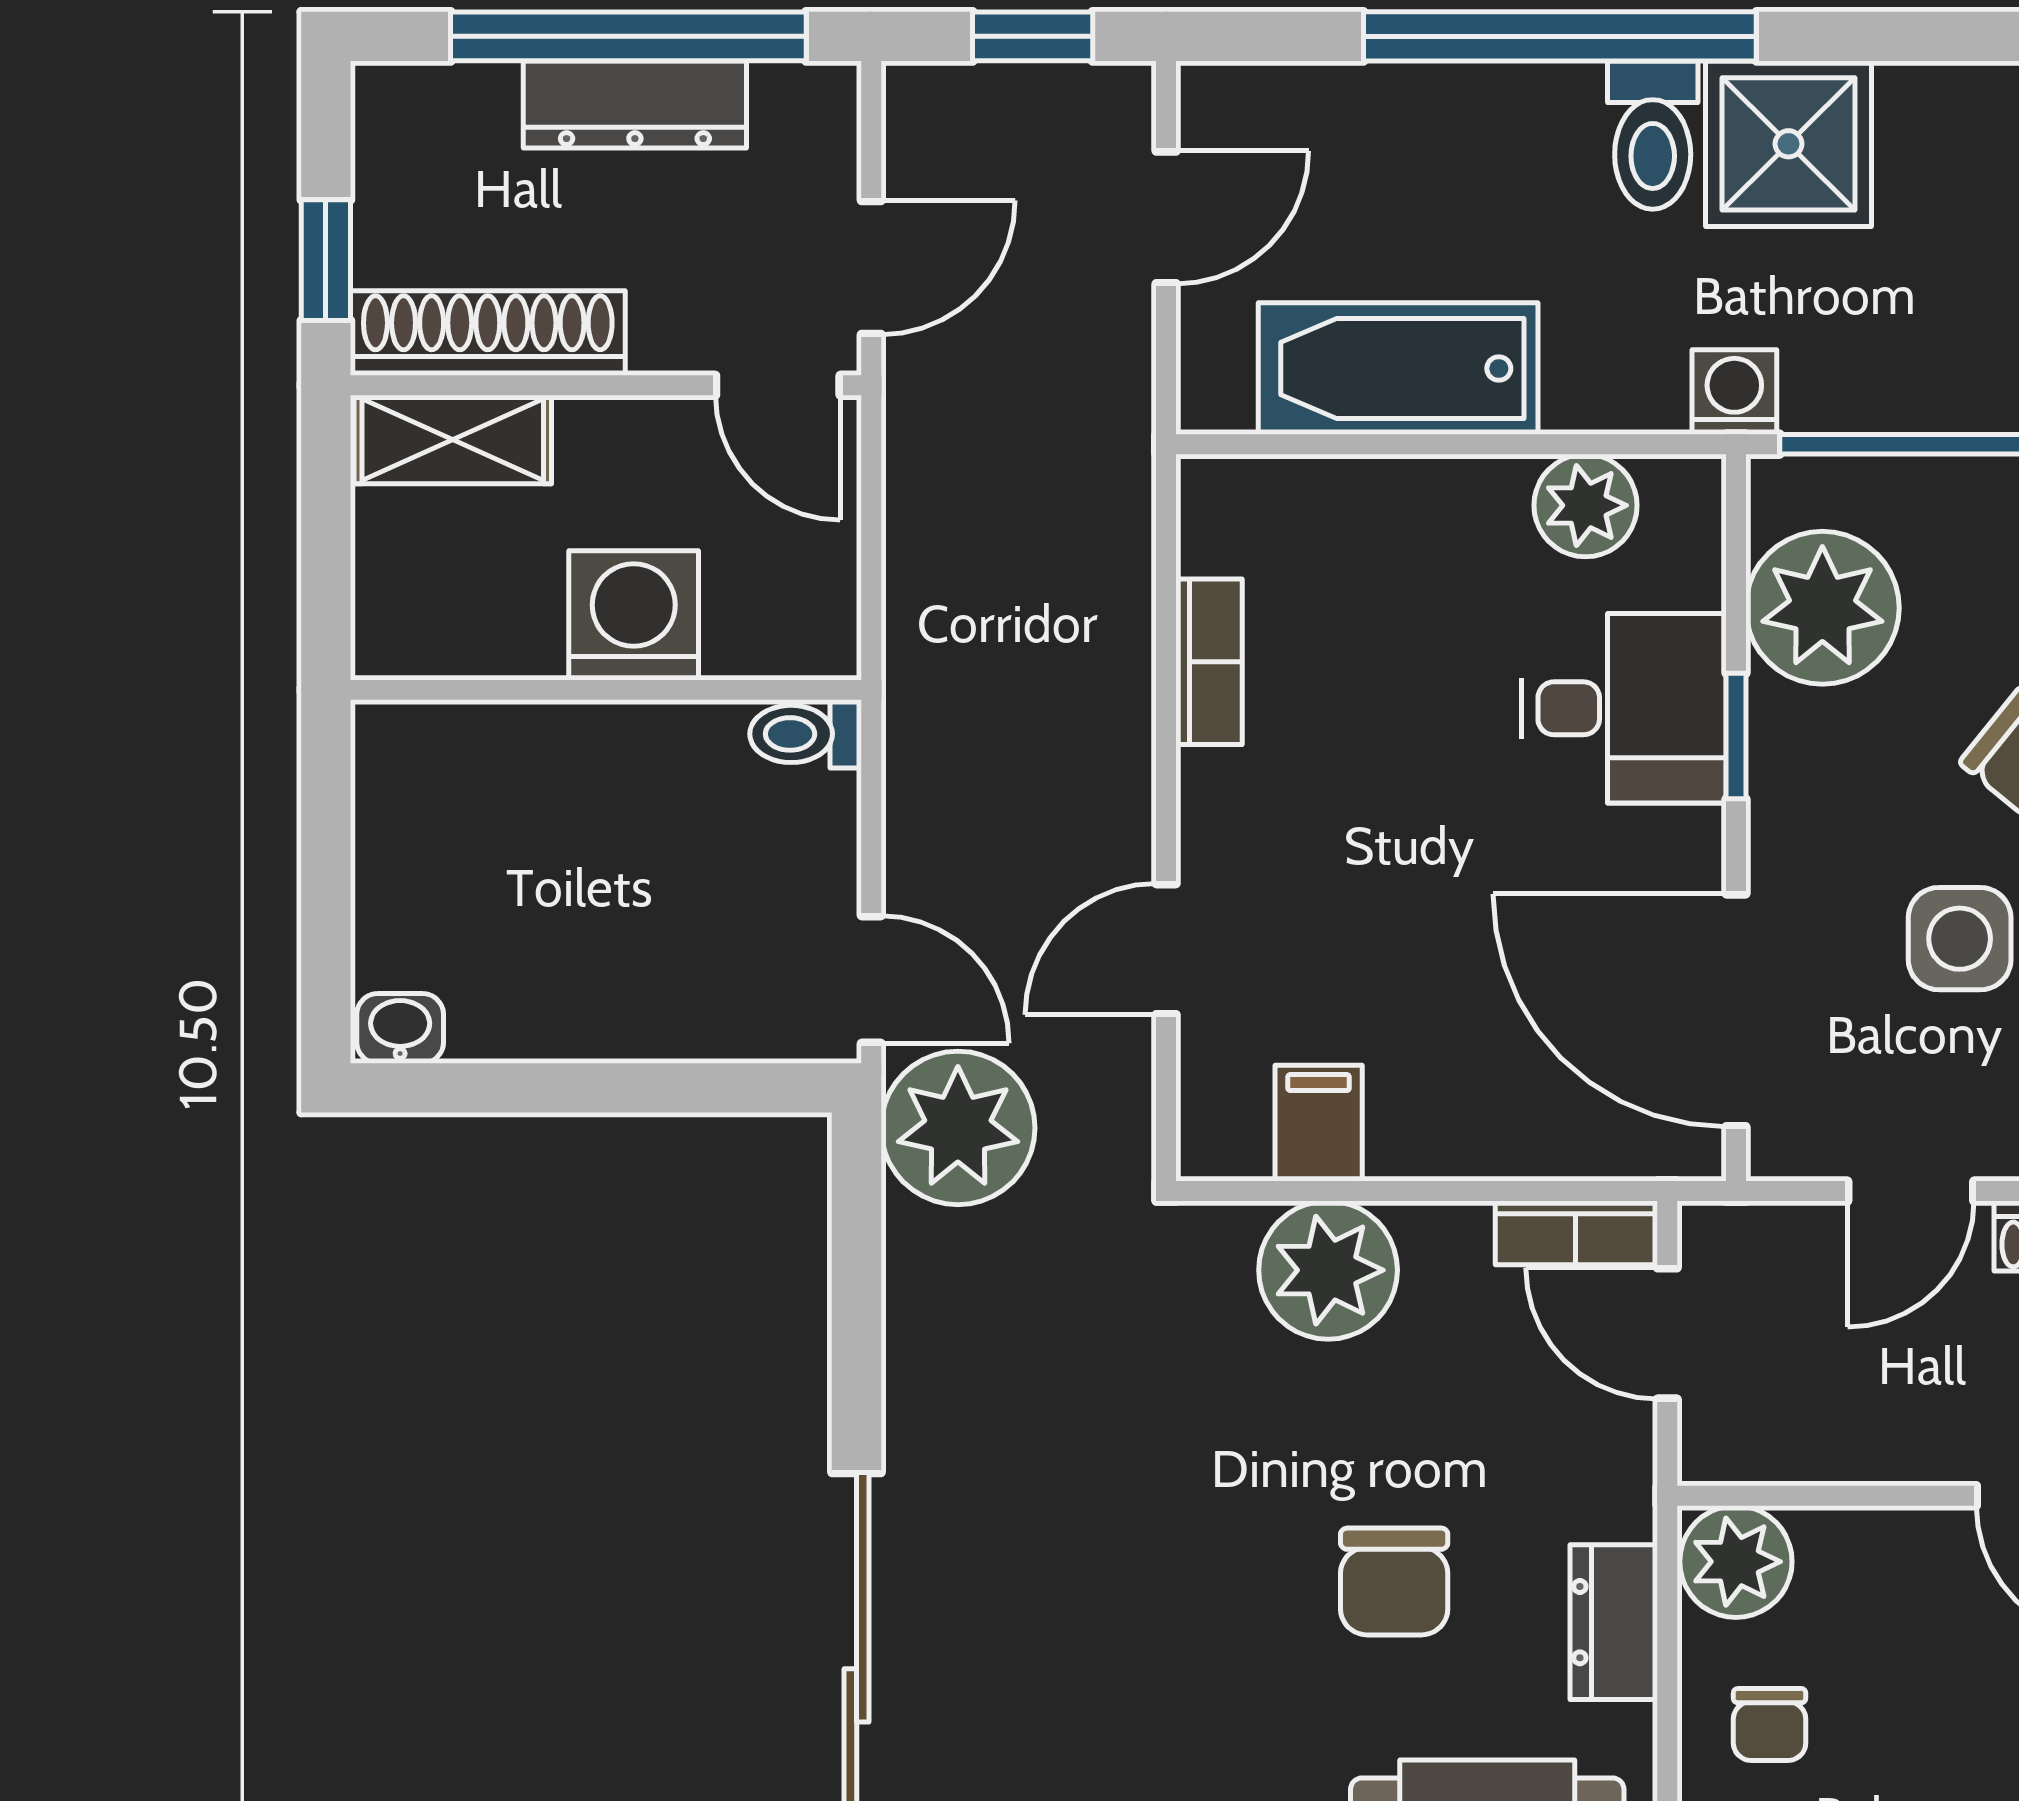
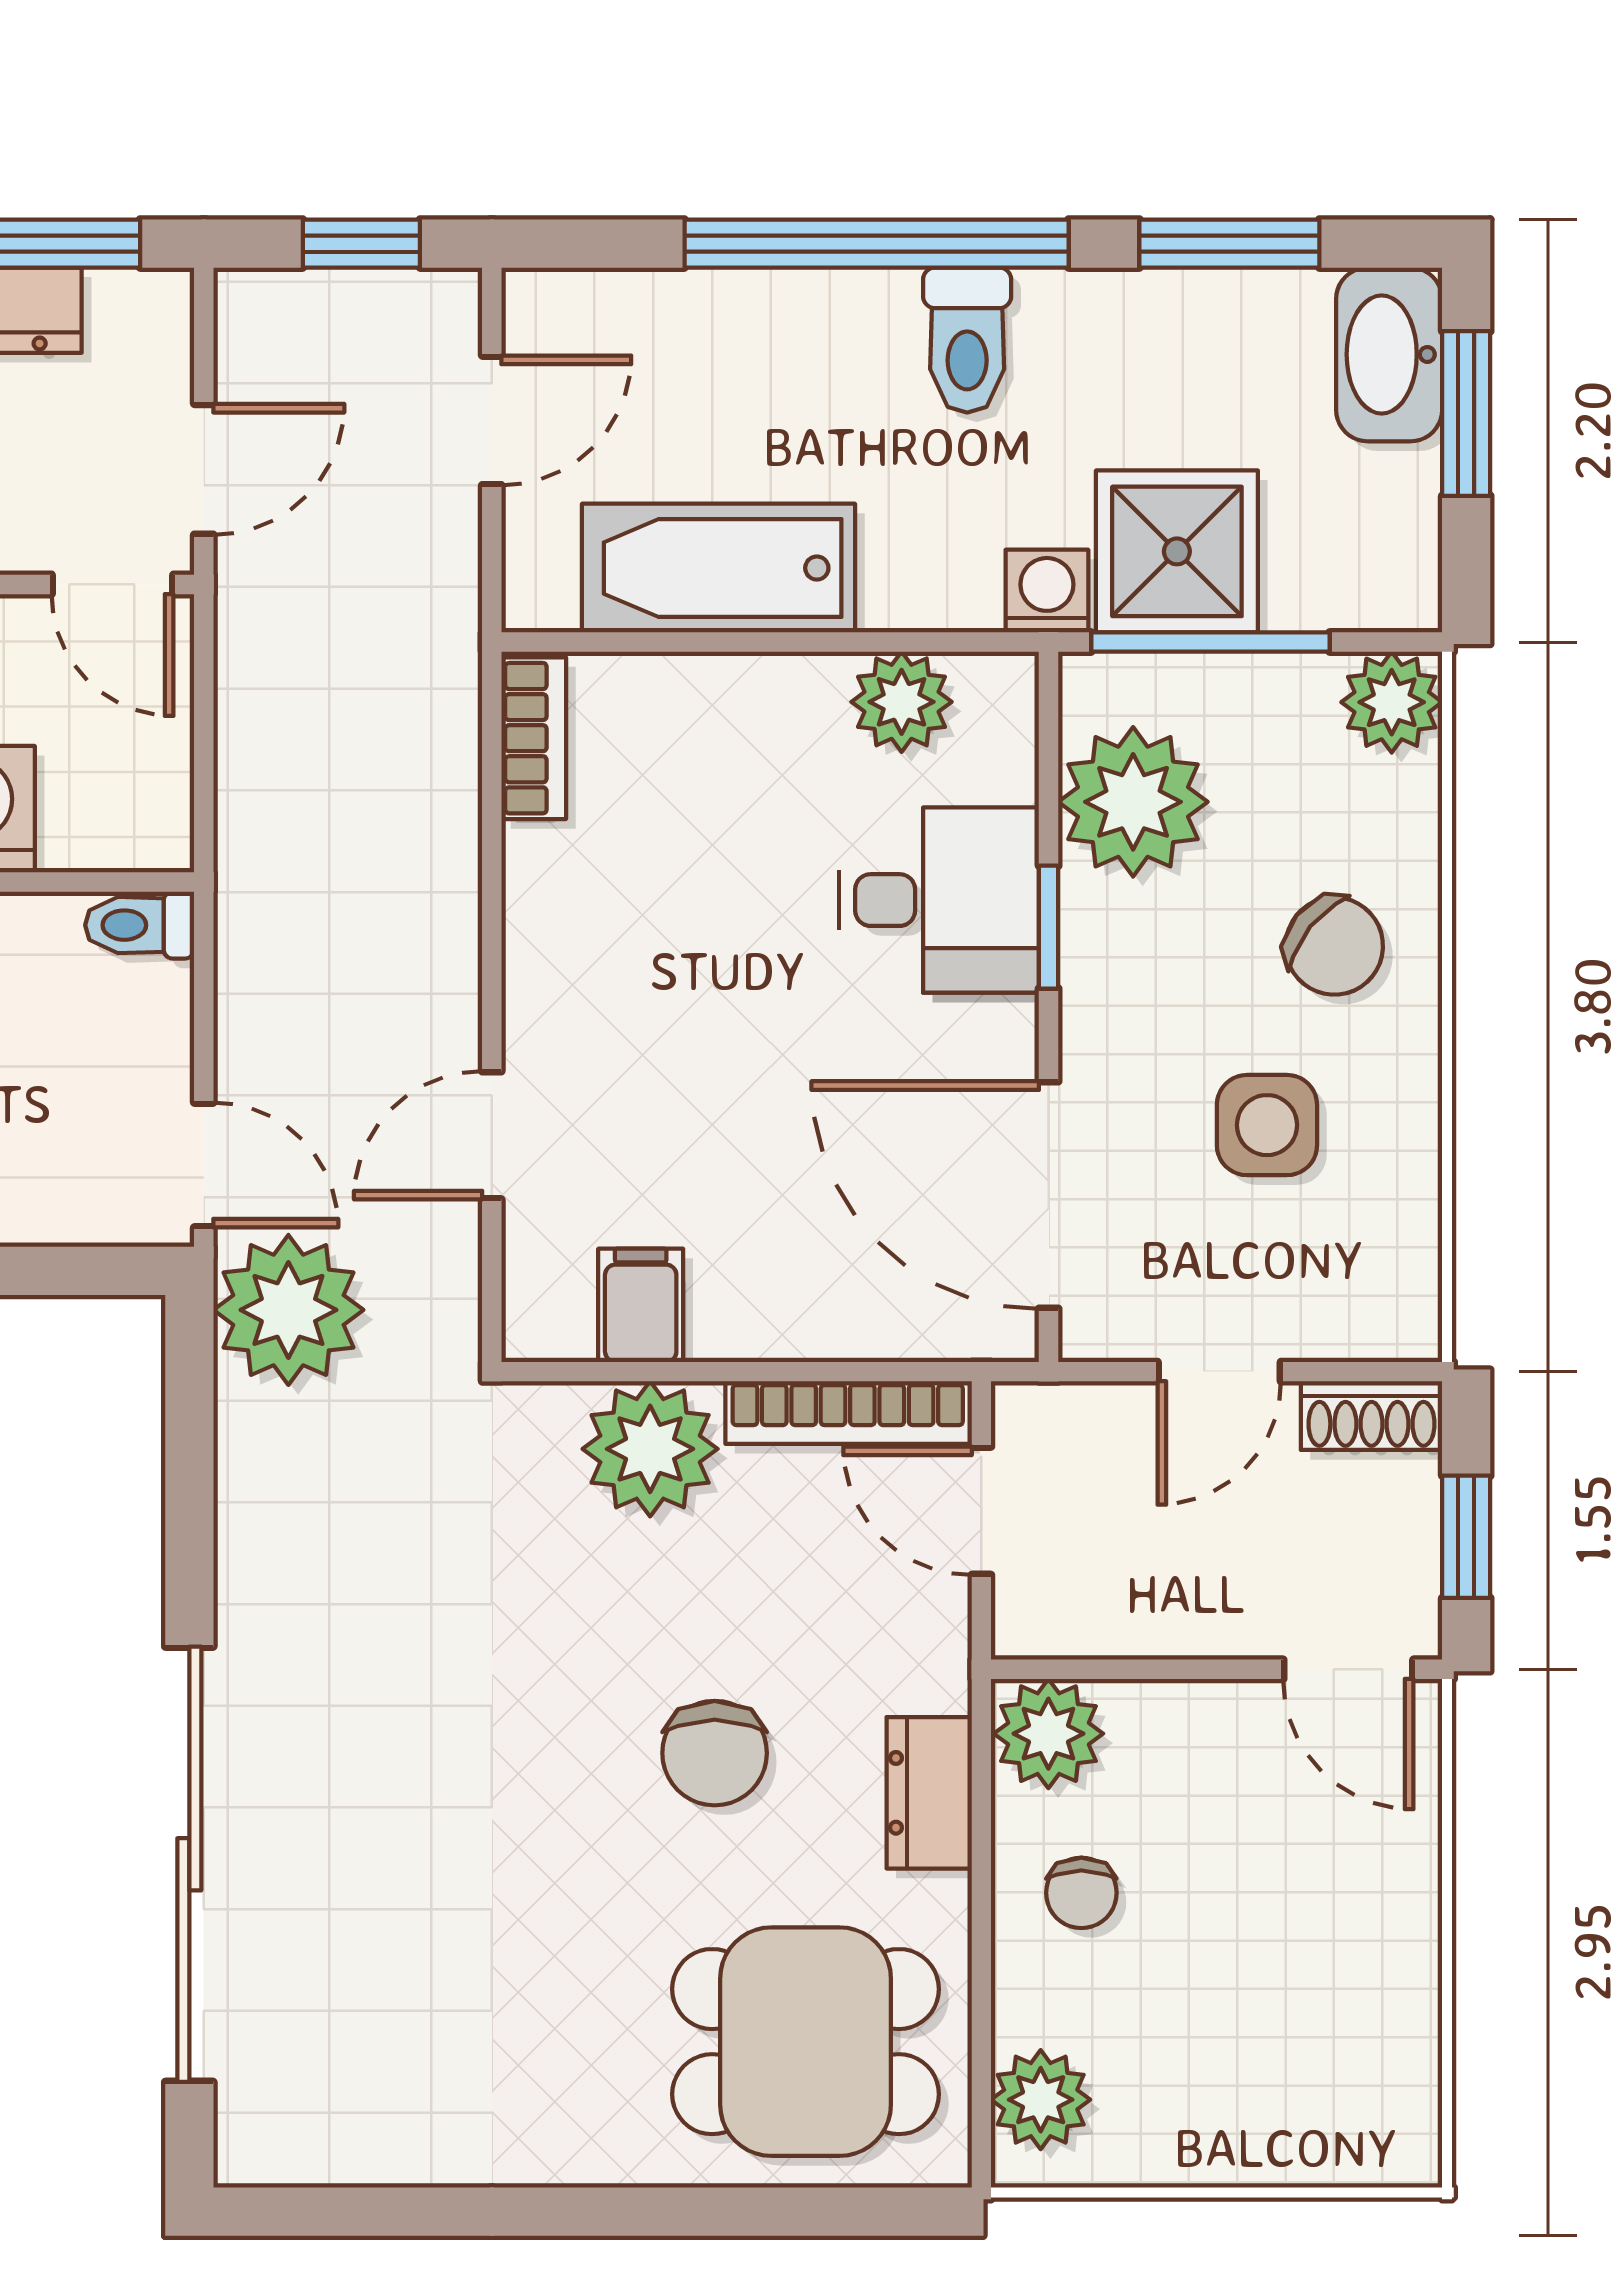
window: (1921, 36) -> (1229, 244), added
shower: (1789, 144) -> (1177, 551), moved
bookcase: (1209, 662) -> (534, 738), moved
bookcase: (1575, 1233) -> (848, 1413), width x1.56

